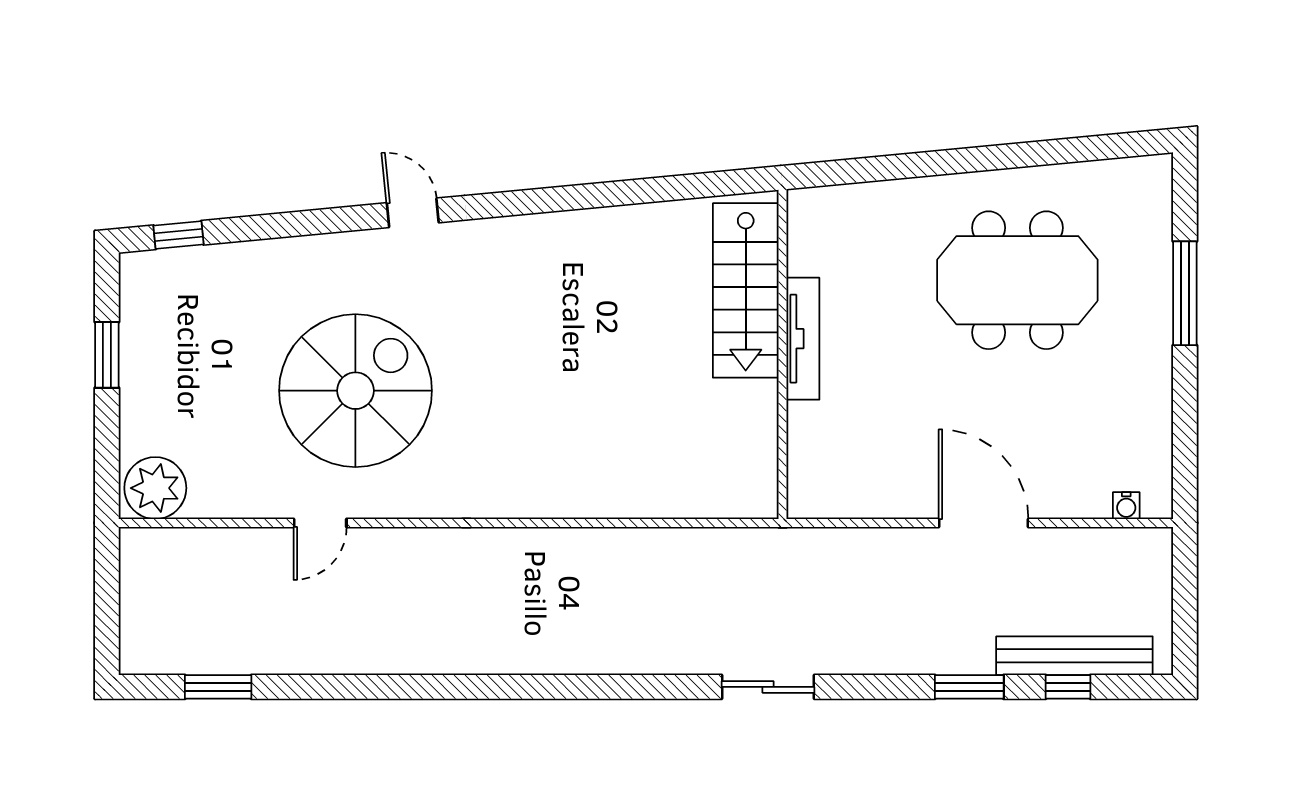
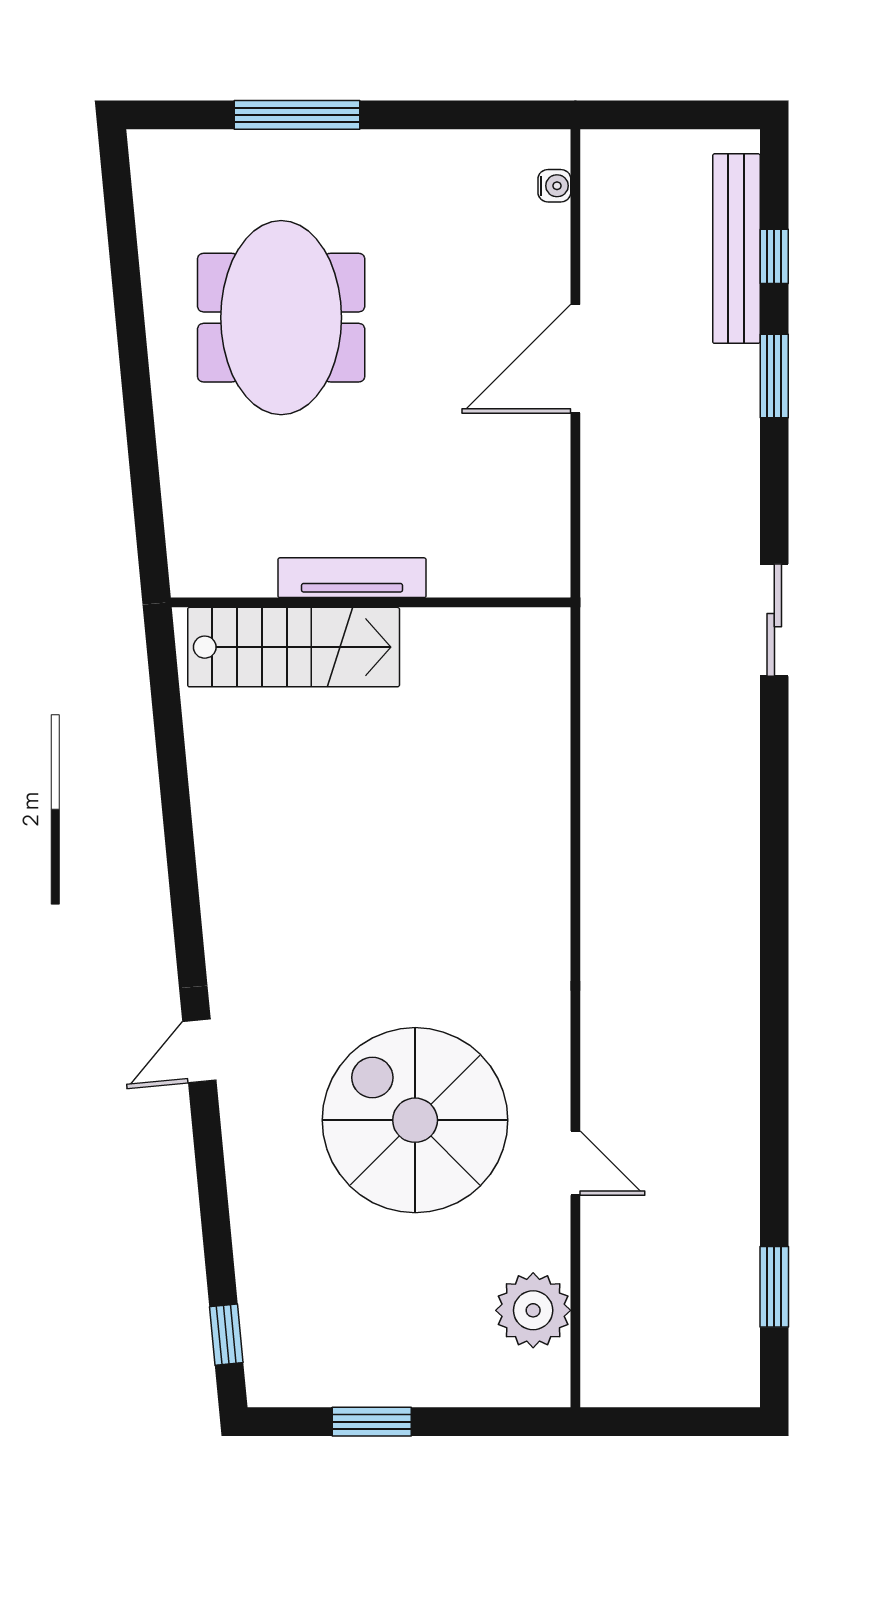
plant: (155, 488) -> (533, 1310), moved

